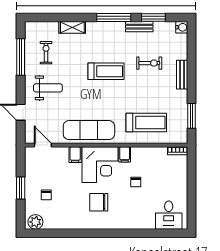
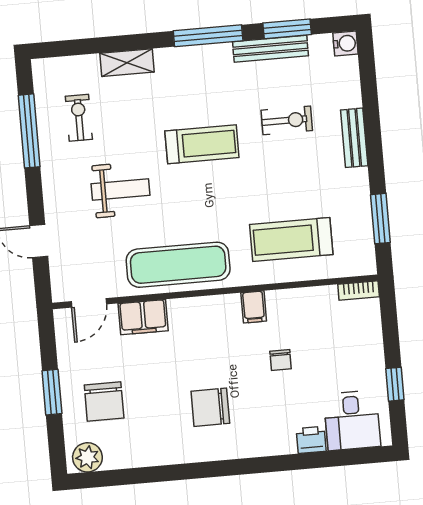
bench: (139, 27) -> (270, 49), width x1.36
weight bench: (48, 88) -> (121, 190), moved
treadmill: (146, 122) -> (291, 239), turned 180
door: (43, 145) -> (89, 303), swing flipped
filing cabinet: (75, 155) -> (143, 317), width x2.00
corner desk: (100, 165) -> (206, 332), removed
chair: (46, 195) -> (104, 401), width x1.87, depth x1.87
window: (192, 199) -> (395, 384), added
printer: (148, 223) -> (311, 440), added

